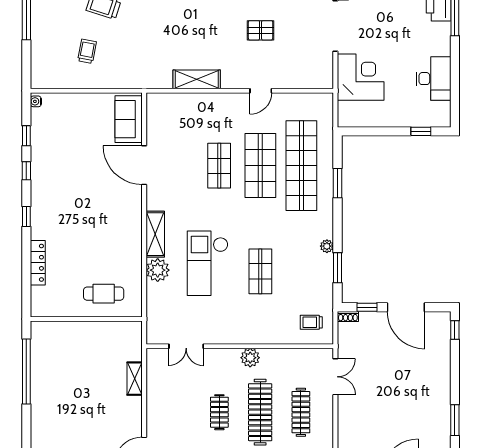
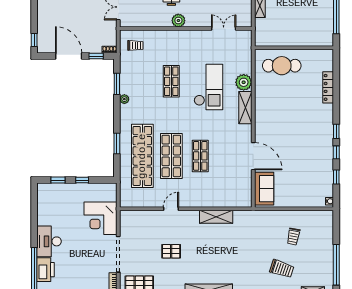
desk: (434, 79) -> (49, 241), moved
window: (387, 131) -> (82, 180), added
window: (26, 216) -> (336, 131), moved
cafe table: (104, 294) -> (282, 66), width x1.37, depth x1.35

